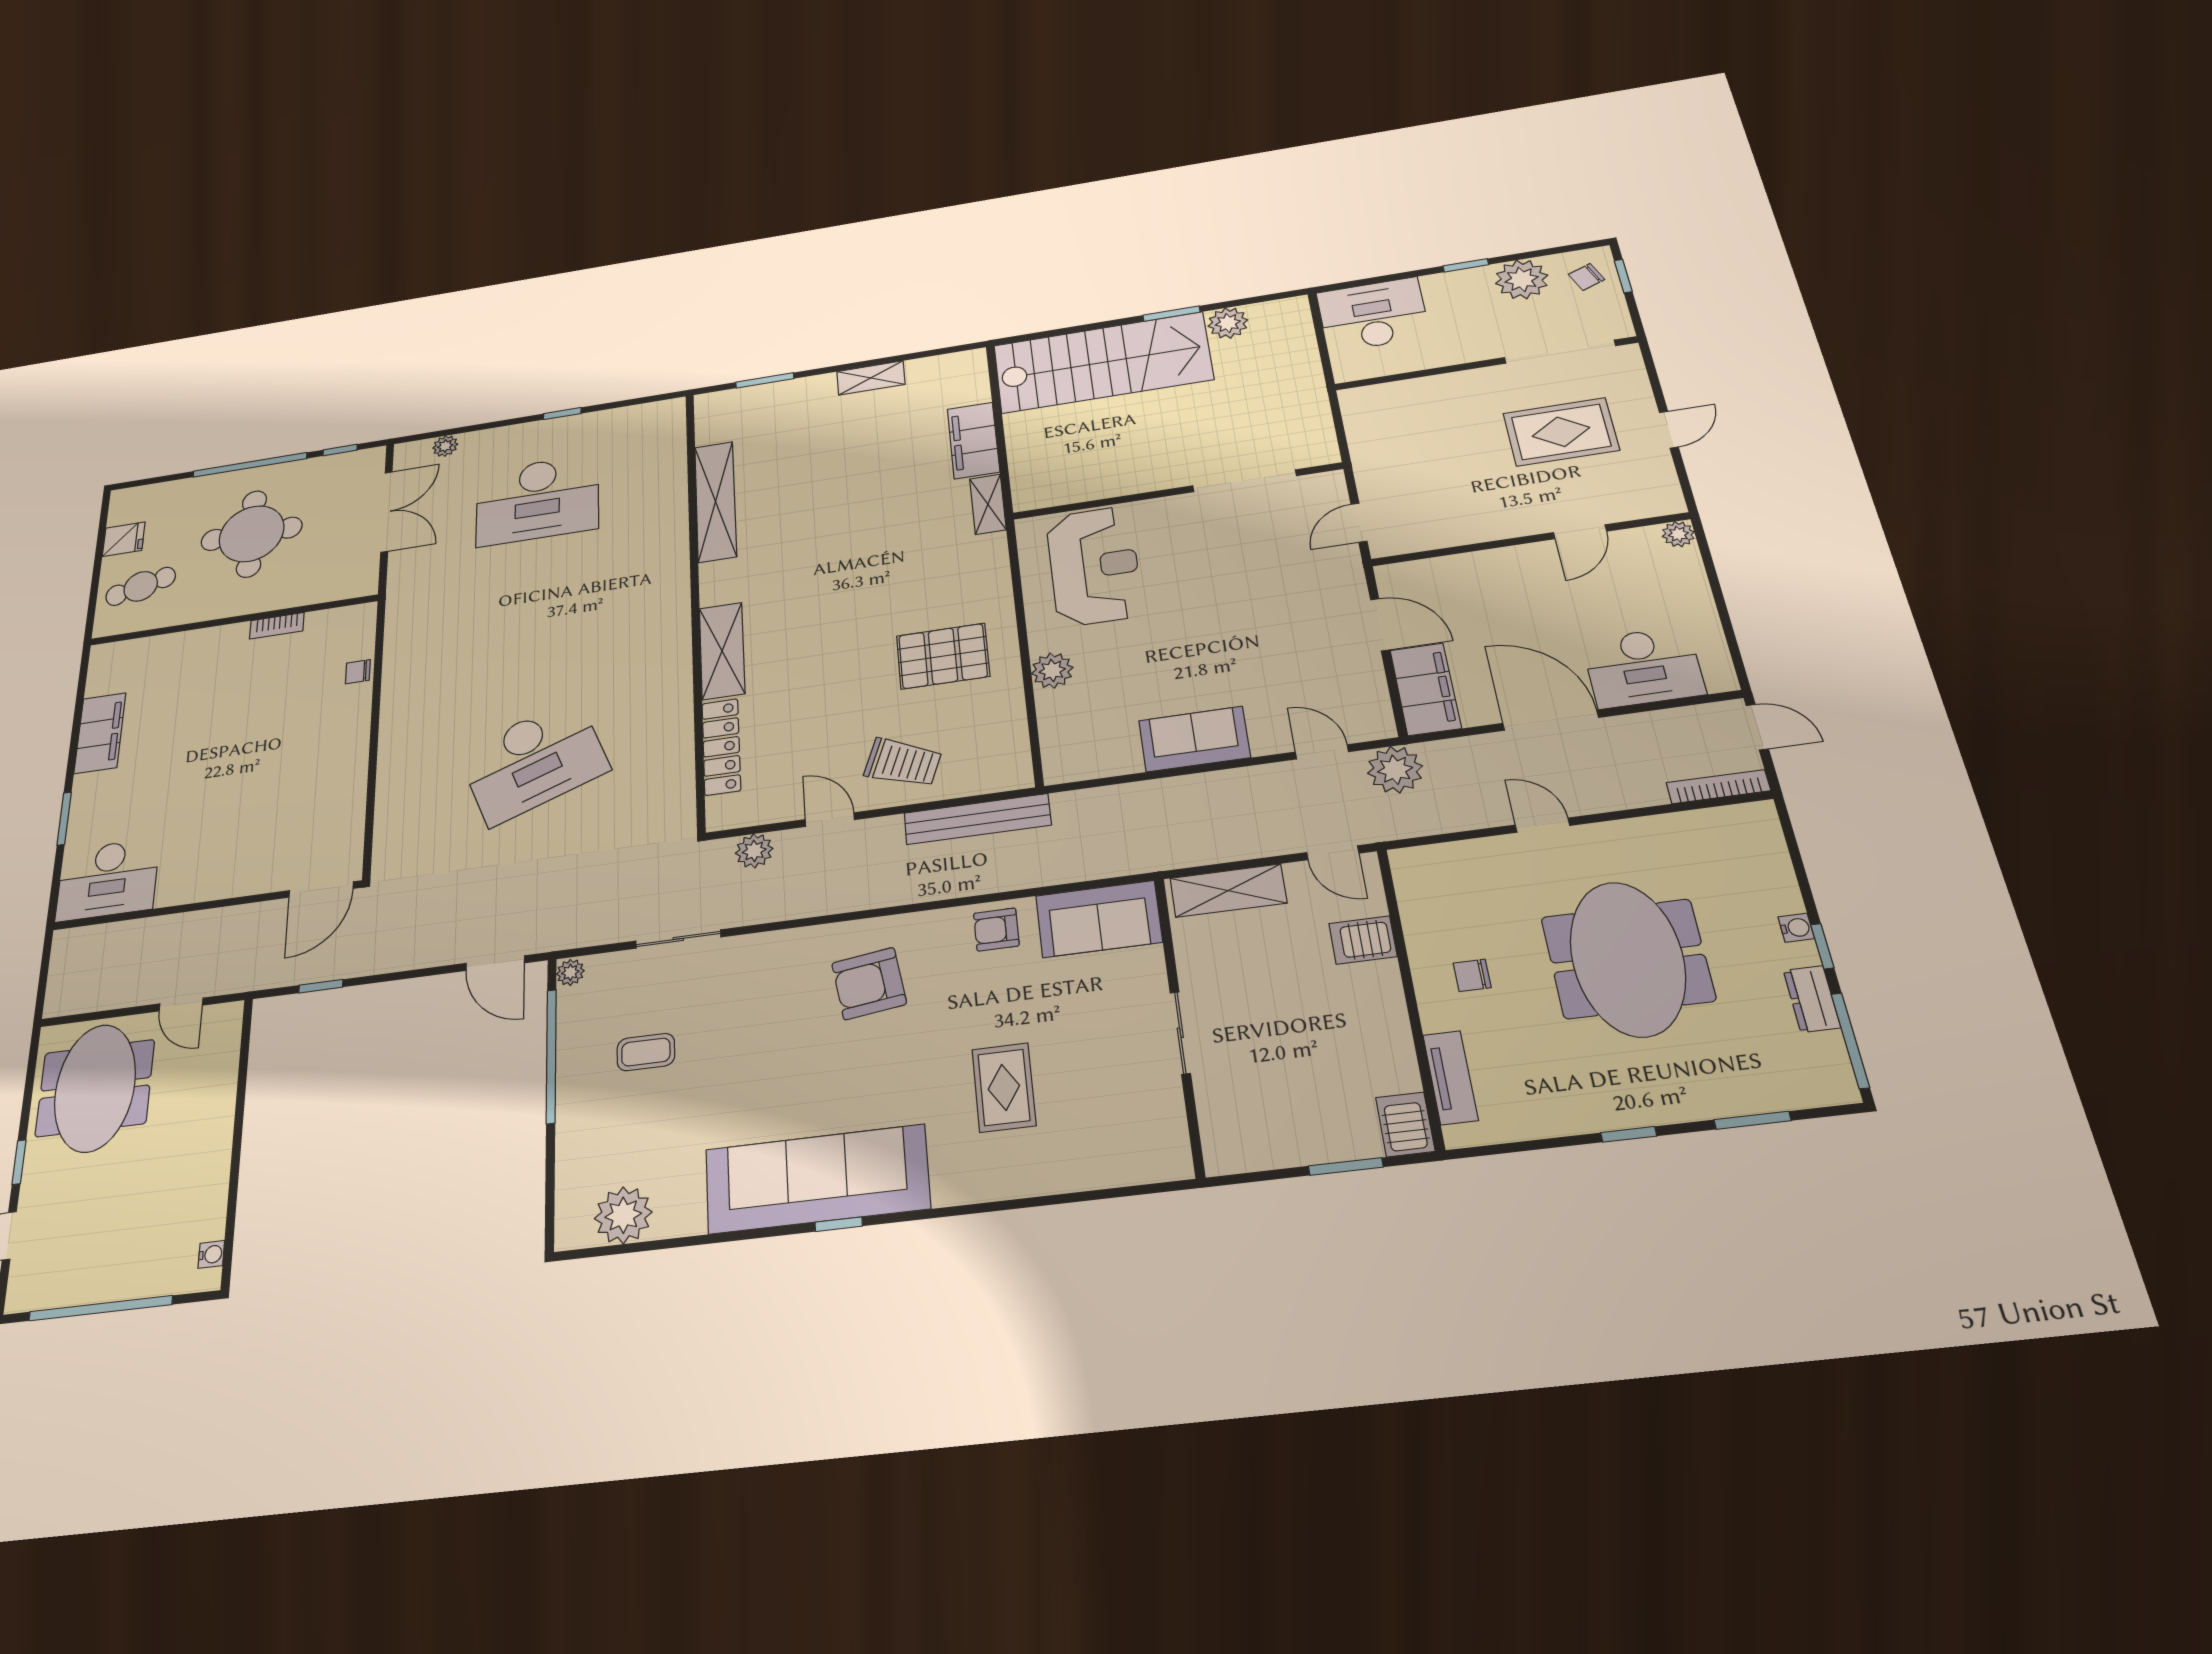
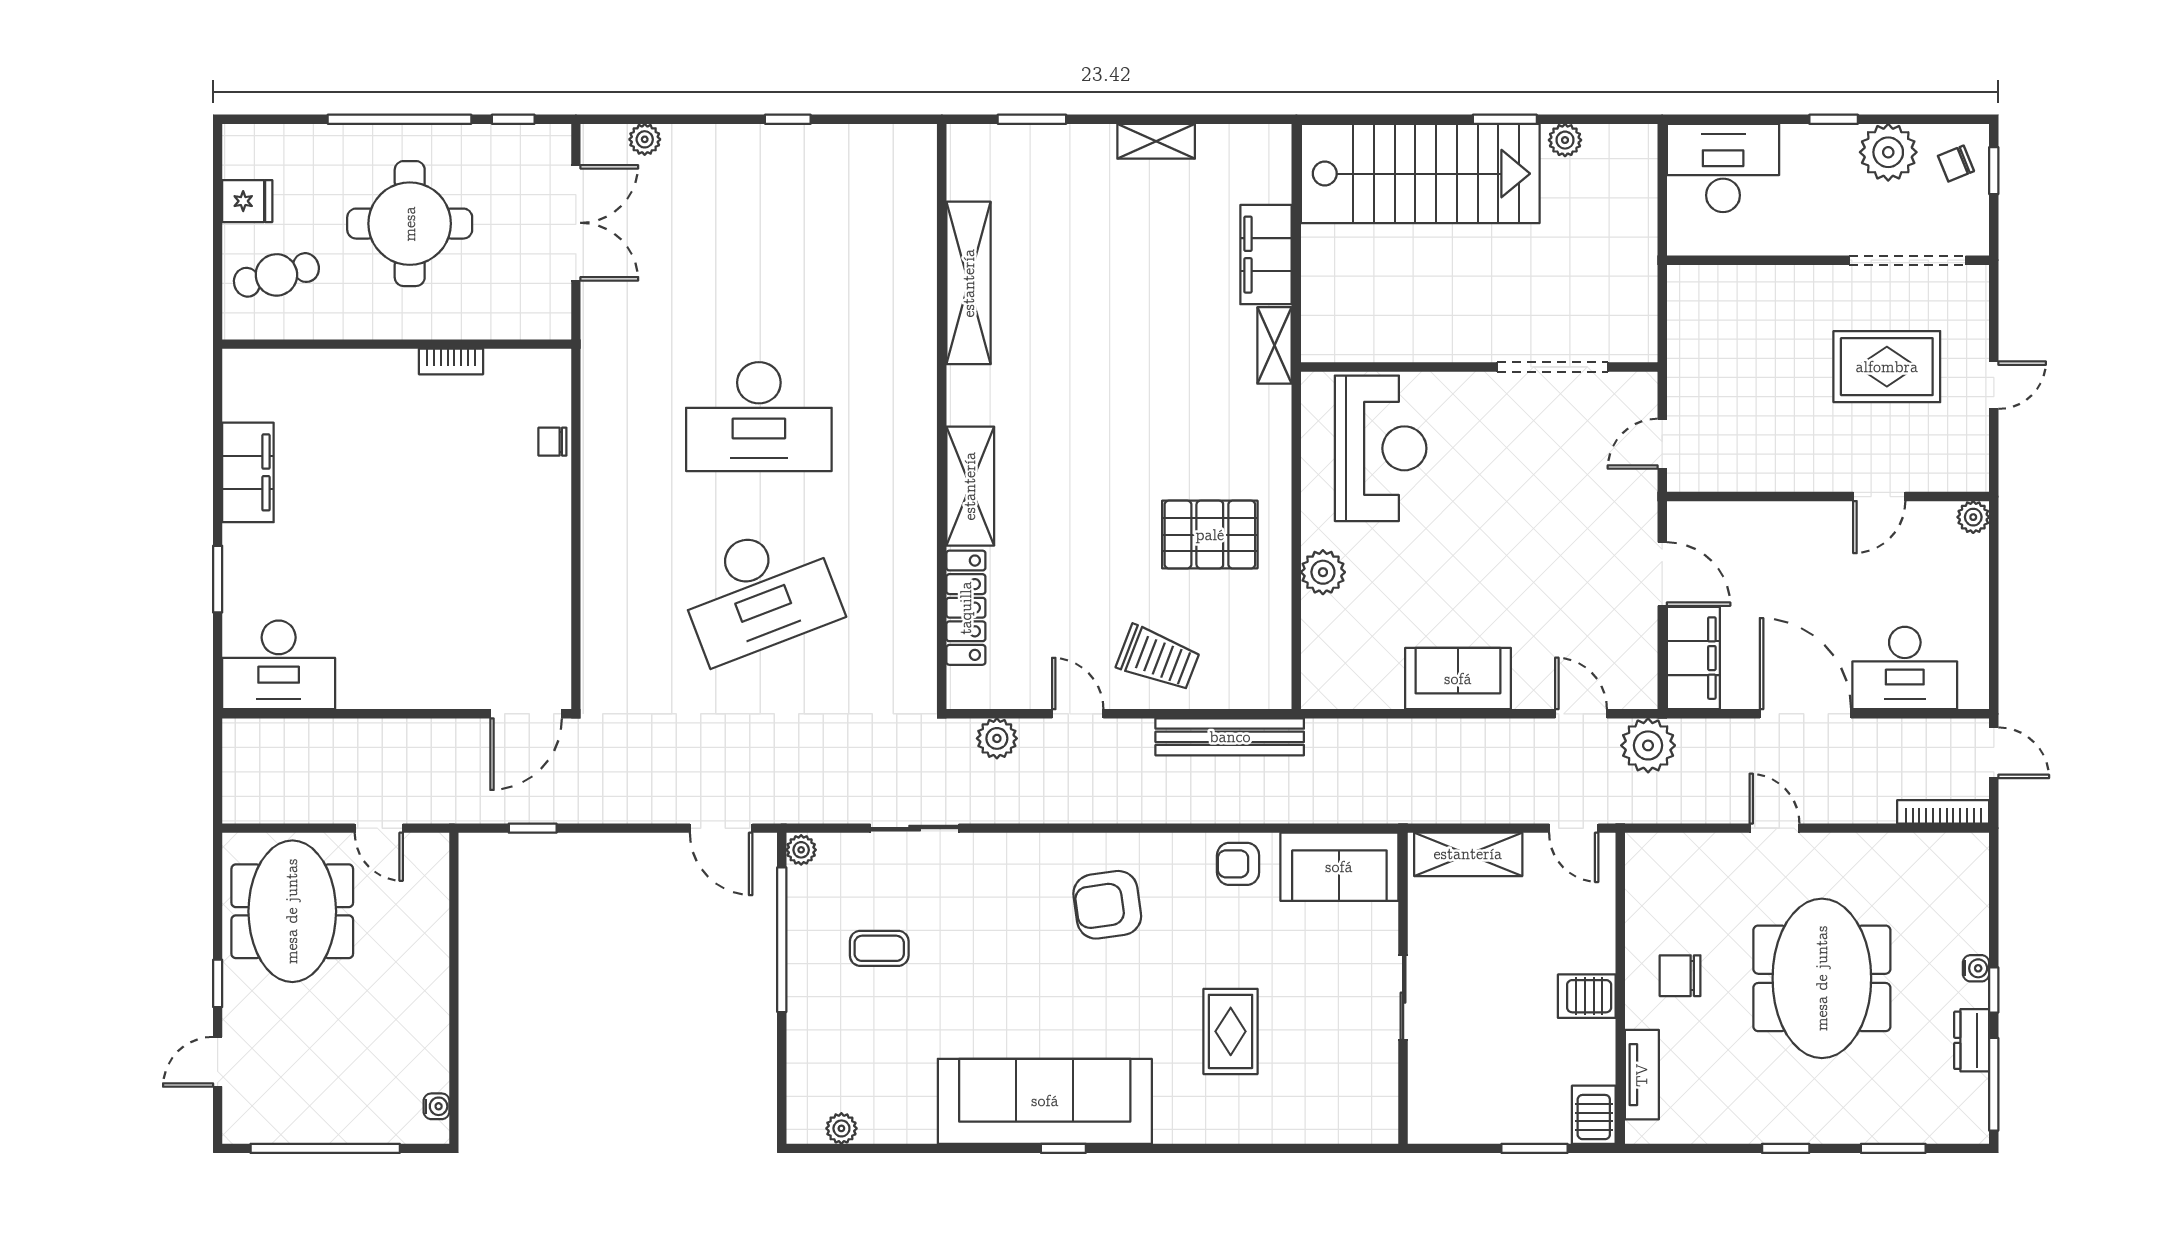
plant: (1228, 323) -> (1565, 140), width x0.73, depth x0.73
desk: (537, 500) -> (759, 417), moved
server rack: (1363, 940) -> (1587, 996), moved
chair: (1472, 975) -> (1680, 976), width x1.37, depth x1.37
plant: (623, 1215) -> (841, 1128), width x0.53, depth x0.53

